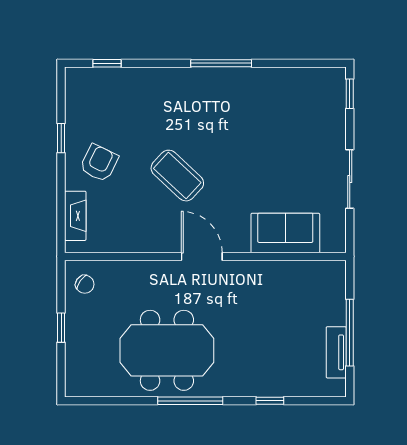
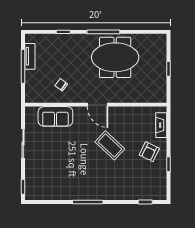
chair: (85, 284) -> (61, 85), moved

